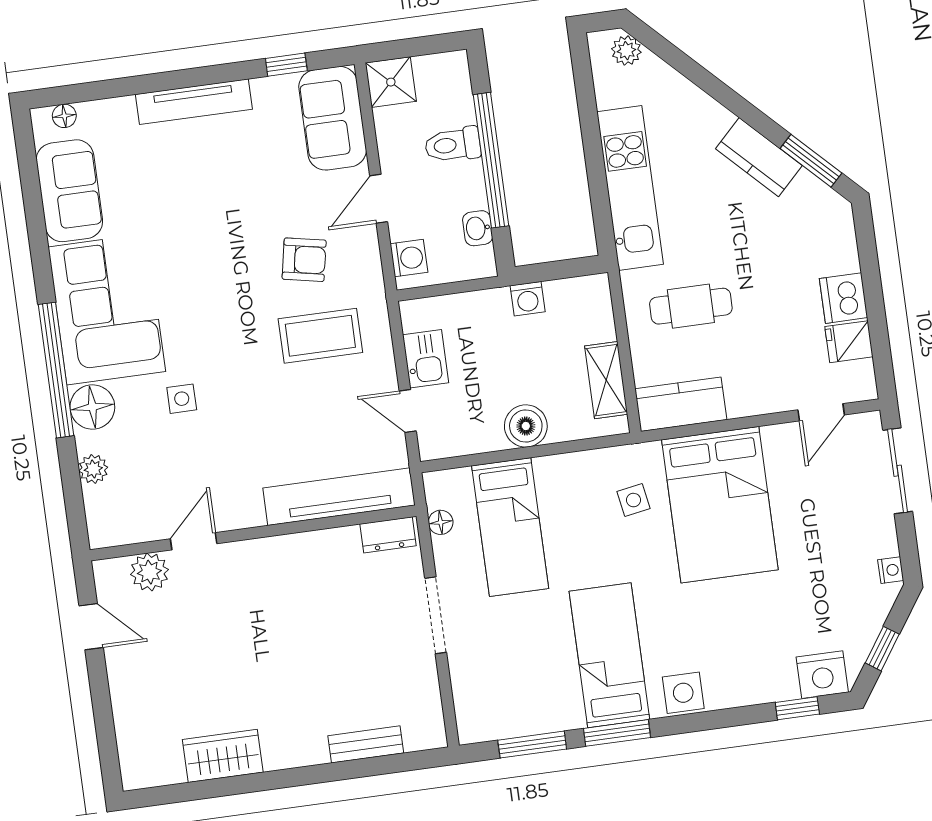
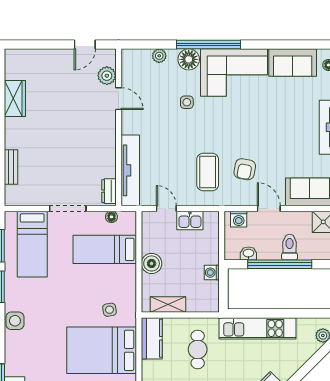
door: (408, 411) -> (166, 208), hinge flipped
bed: (609, 655) -> (32, 244), moved, turned 90

